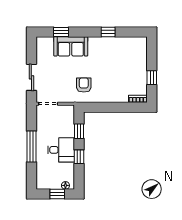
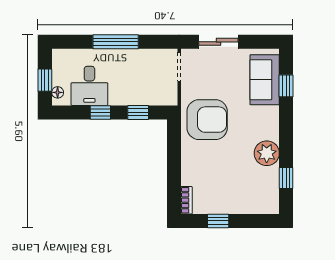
window: (108, 32) -> (286, 178), moved
plant: (106, 45) -> (267, 153), added
sofa: (71, 46) -> (265, 80), moved
armchair: (84, 85) -> (207, 120), width x1.88, depth x1.88
desk: (61, 150) -> (89, 86), moved

